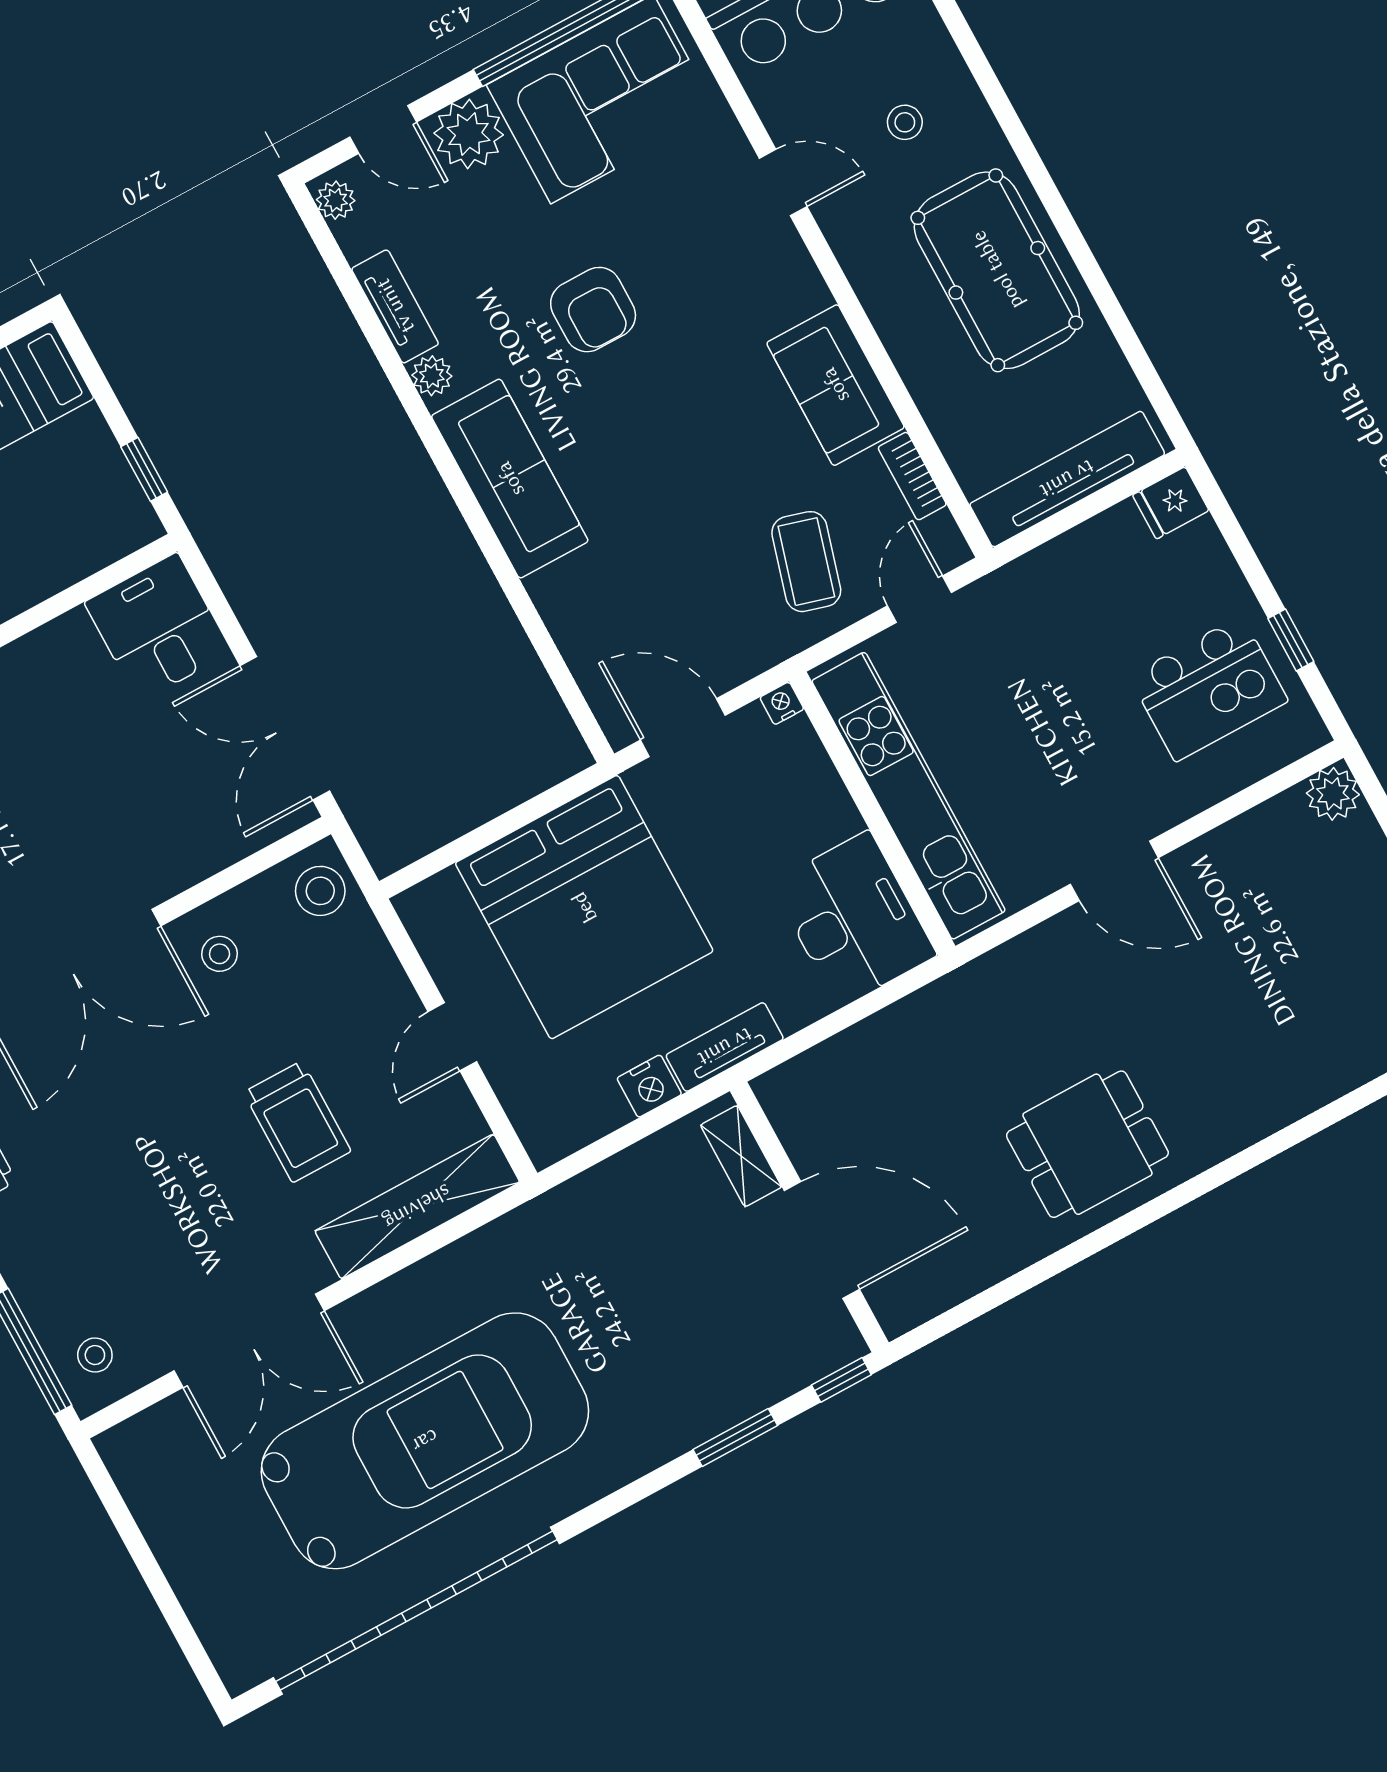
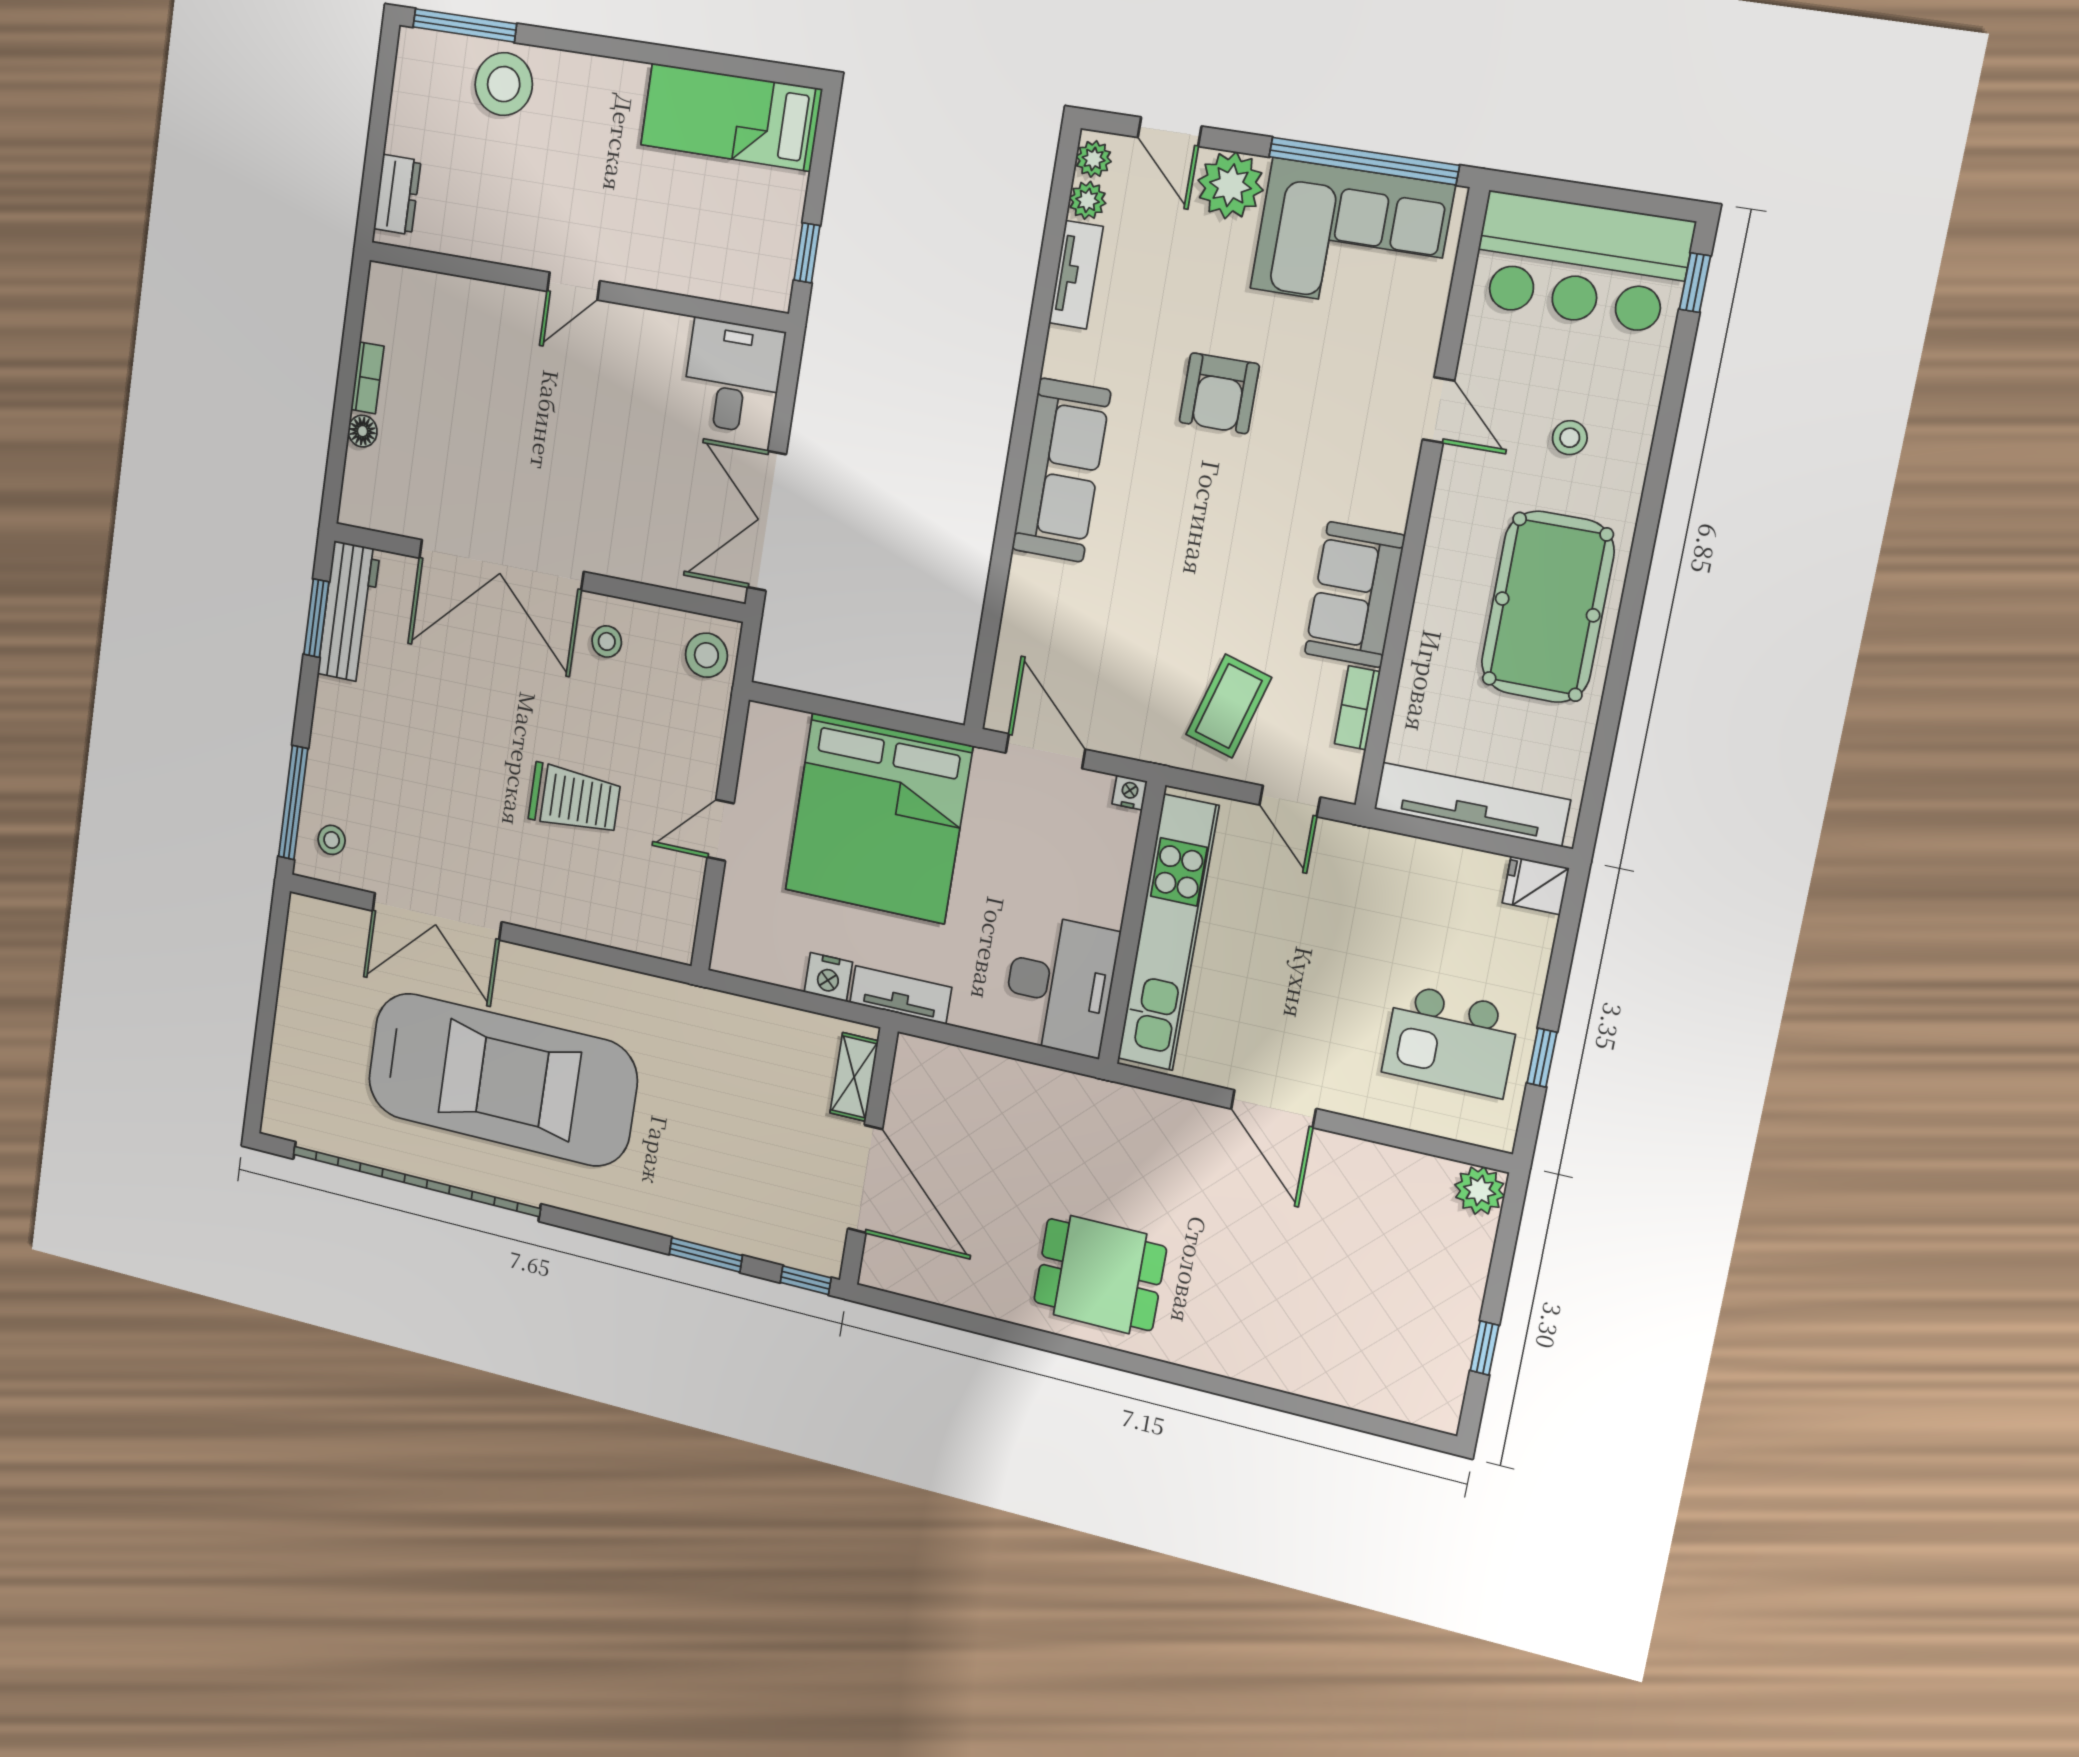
plant: (432, 376) -> (1088, 200), moved
door: (920, 599) -> (1290, 801), swing flipped
trolley: (297, 1122) -> (574, 799), turned -90
shelving: (417, 1207) -> (611, 923), removed

